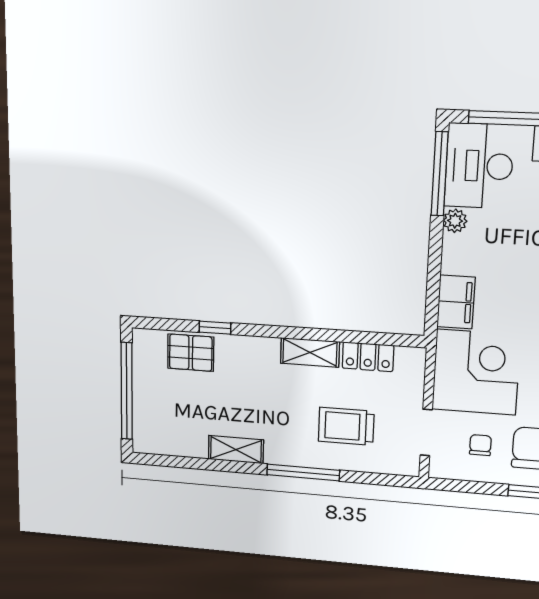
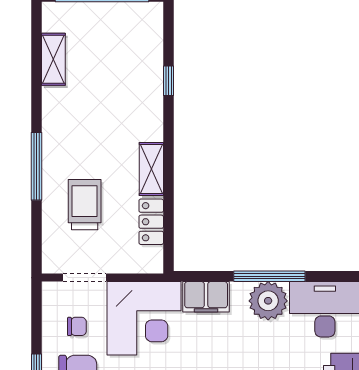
window: (440, 174) -> (269, 276), moved
plant: (455, 221) -> (268, 301), width x1.88, depth x1.88
pallet: (191, 353) -> (143, 58), removed
shelving: (236, 450) -> (53, 59), moved

